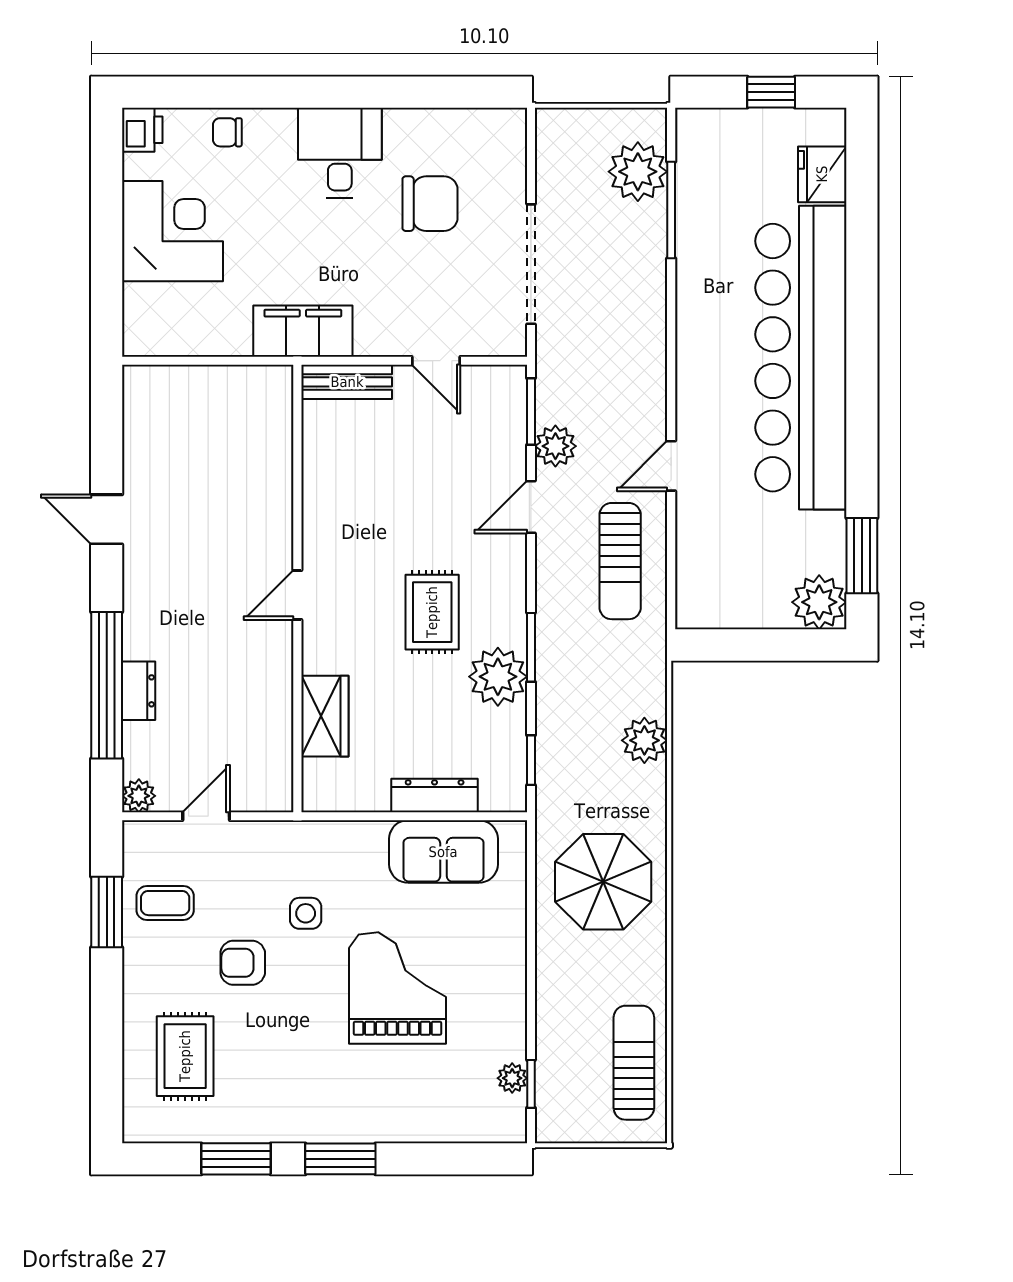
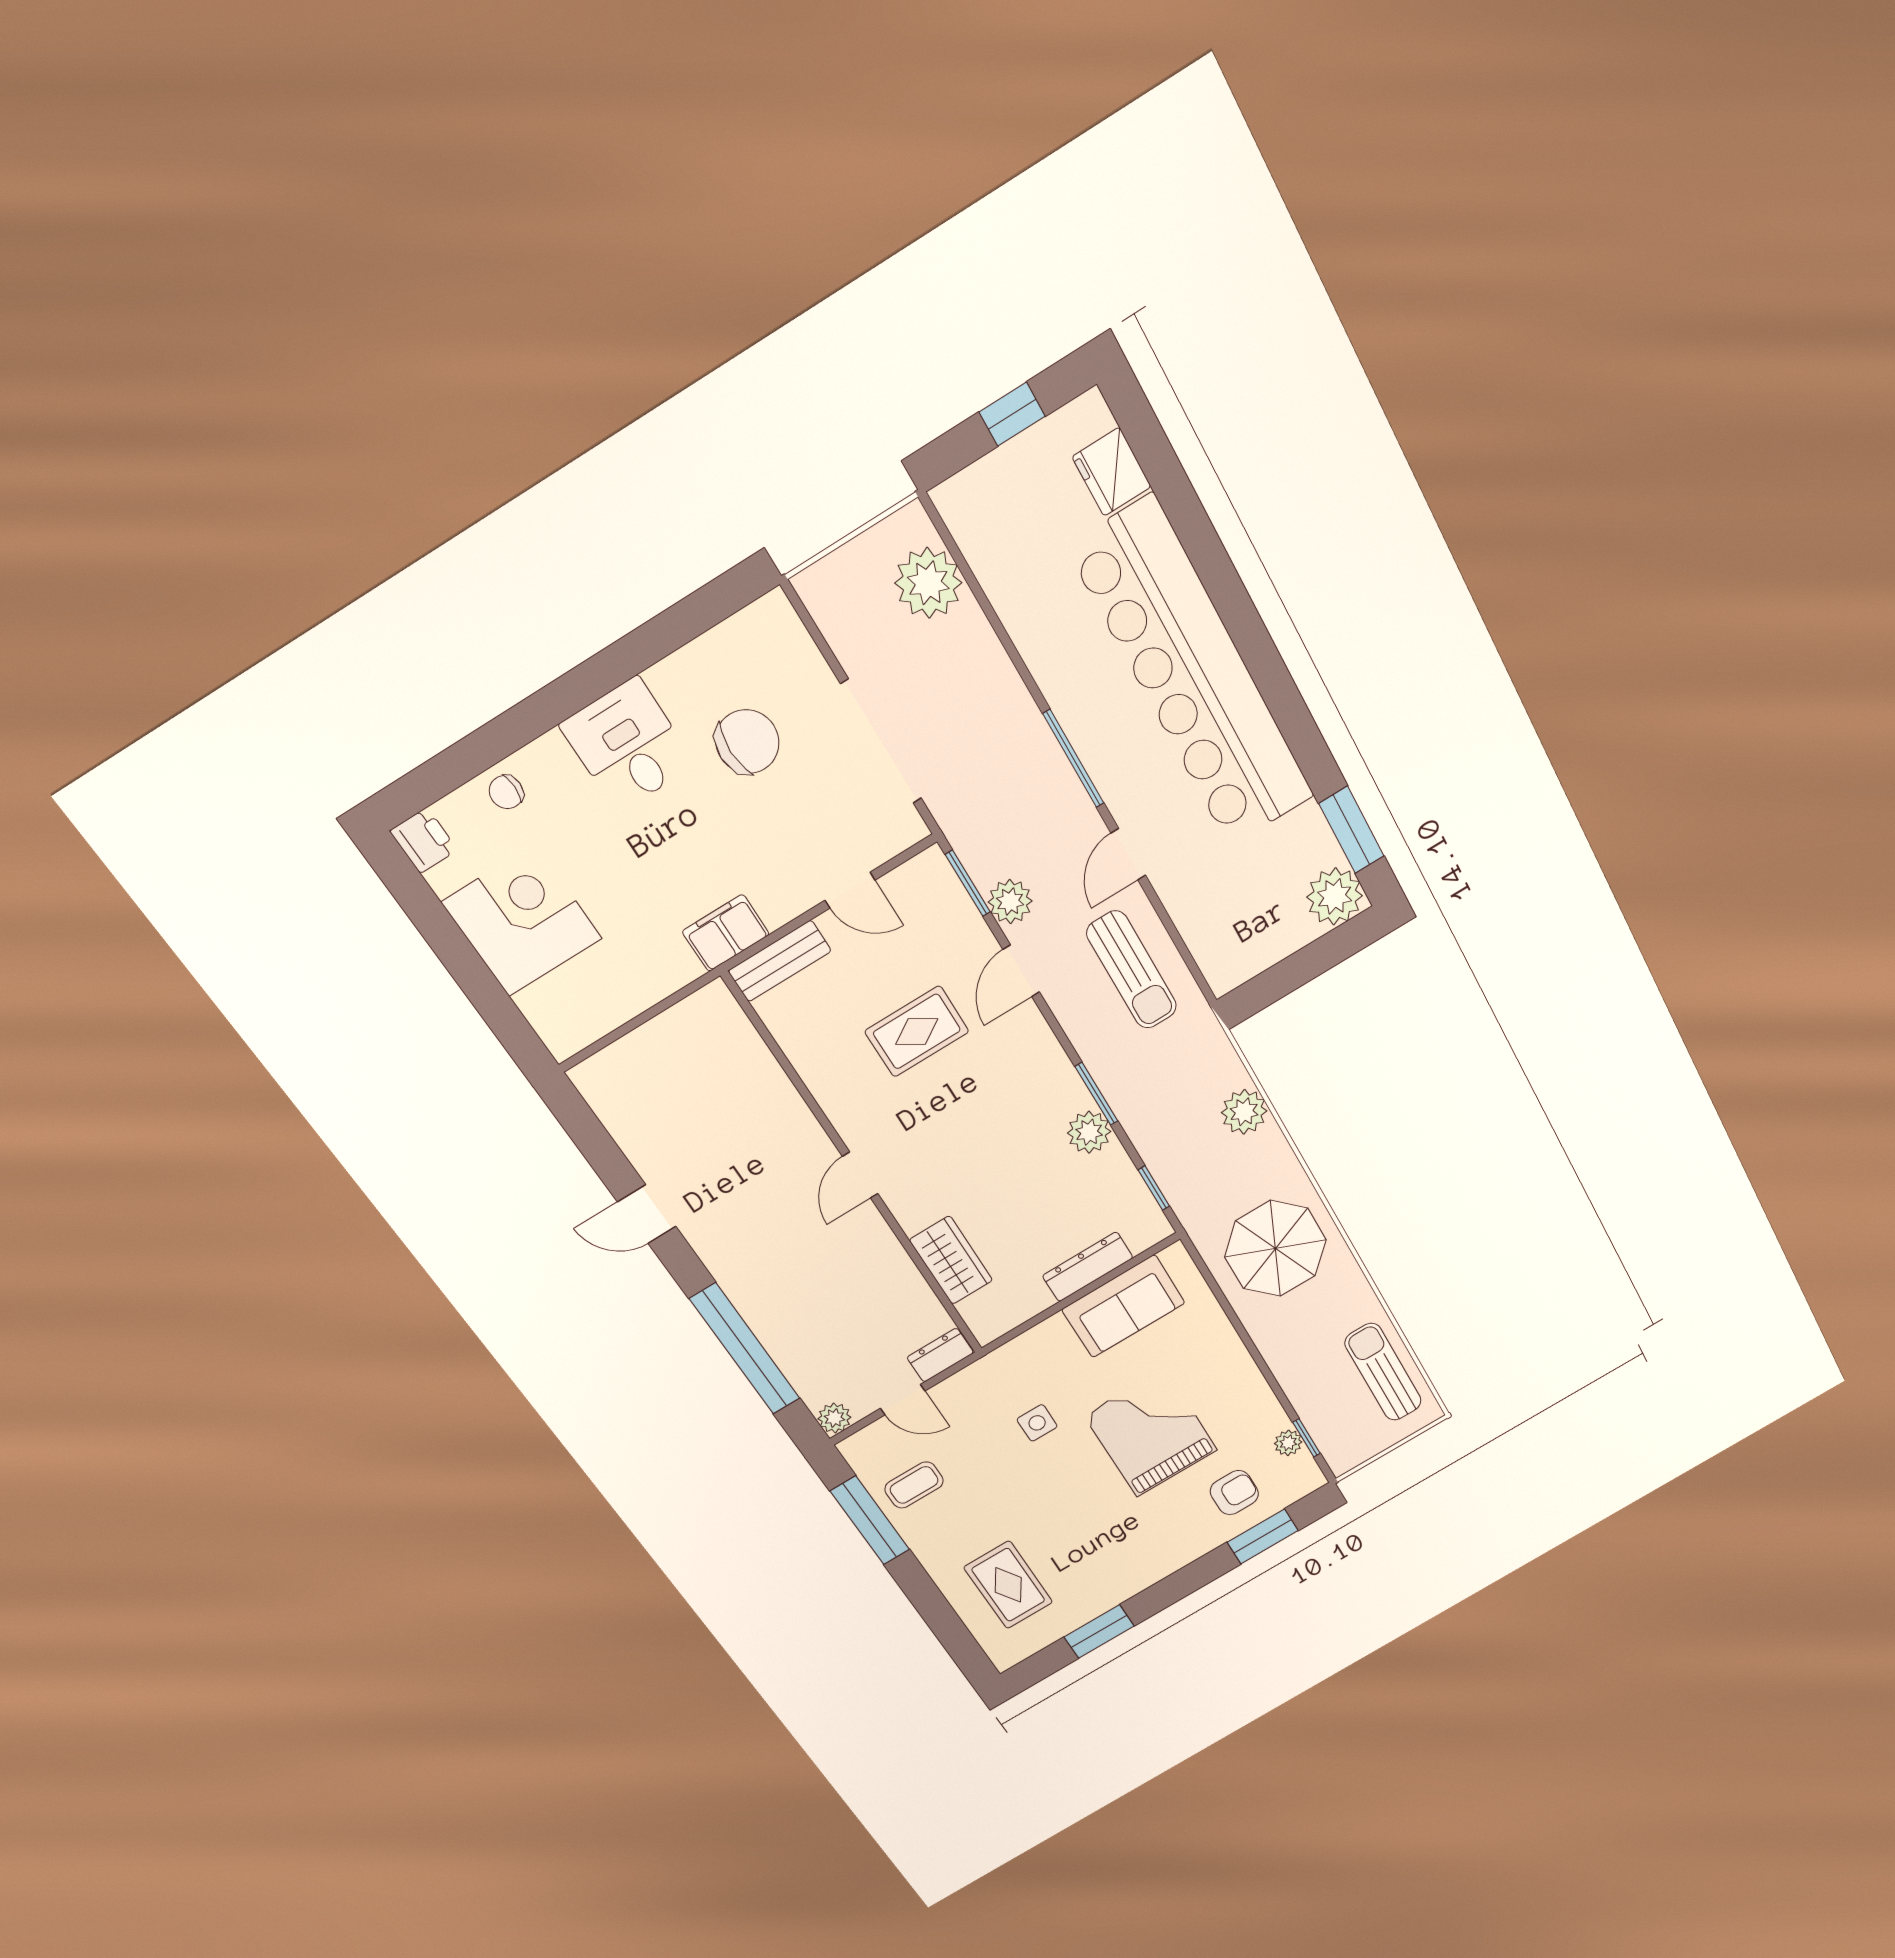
window: (671, 210) -> (1073, 759), moved
filing cabinet: (303, 331) -> (726, 933), width x0.67, depth x0.86
rug: (432, 612) -> (917, 1031), moved, turned 90
plant: (498, 677) -> (1089, 1132), width x0.73, depth x0.73
dresser: (139, 691) -> (940, 1355), moved, turned -90
door: (206, 816) -> (903, 1400), swing flipped
window: (107, 912) -> (870, 1520), width x1.44
armchair: (243, 963) -> (1234, 1493), moved, turned 180
window: (340, 1159) -> (1263, 1536), moved

